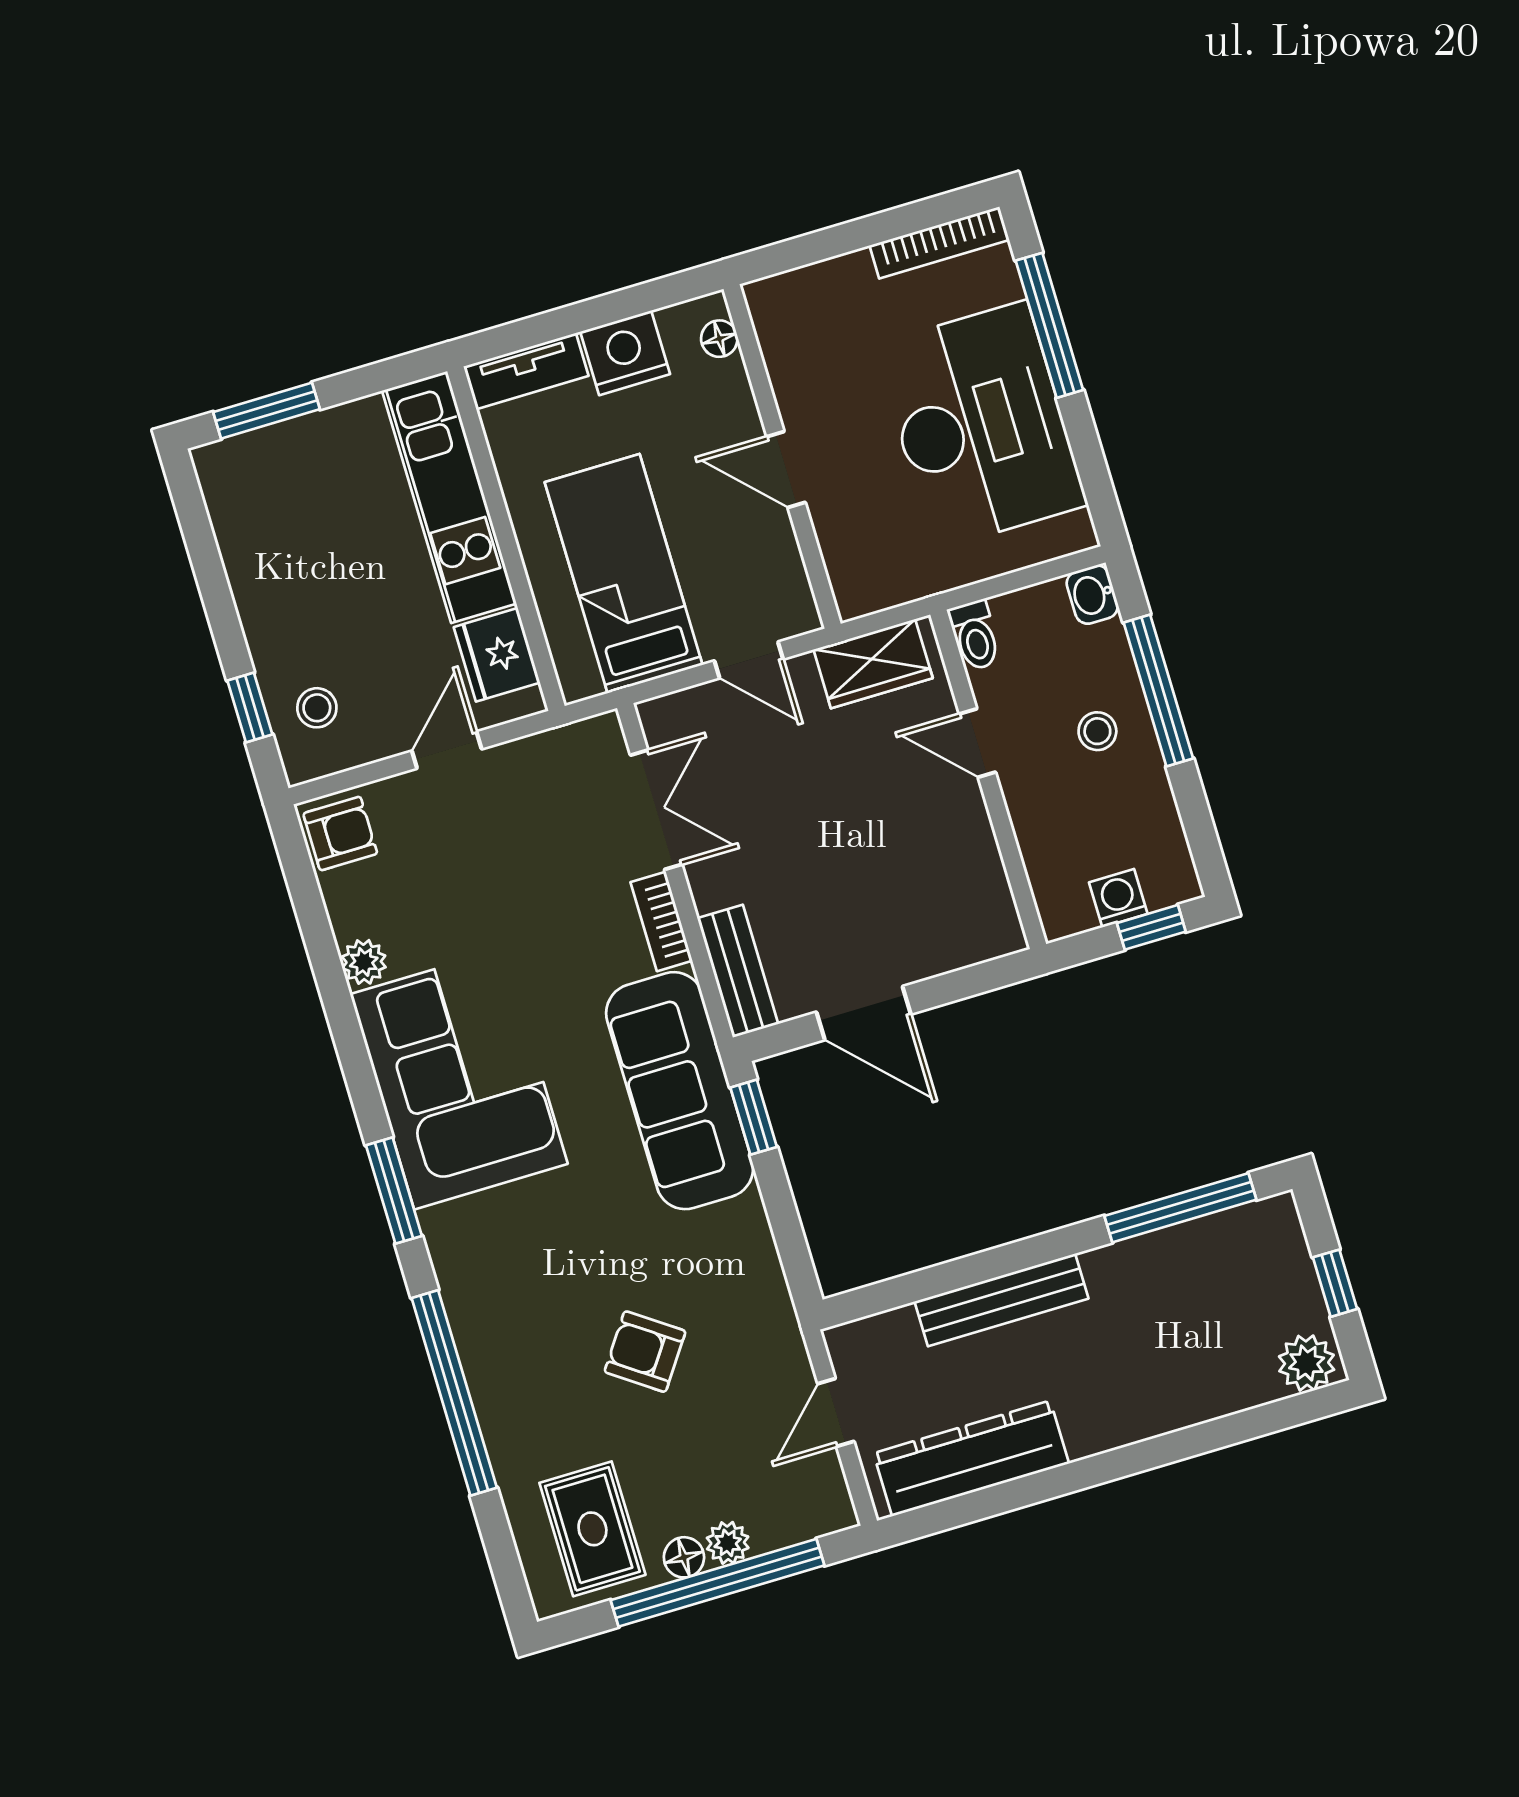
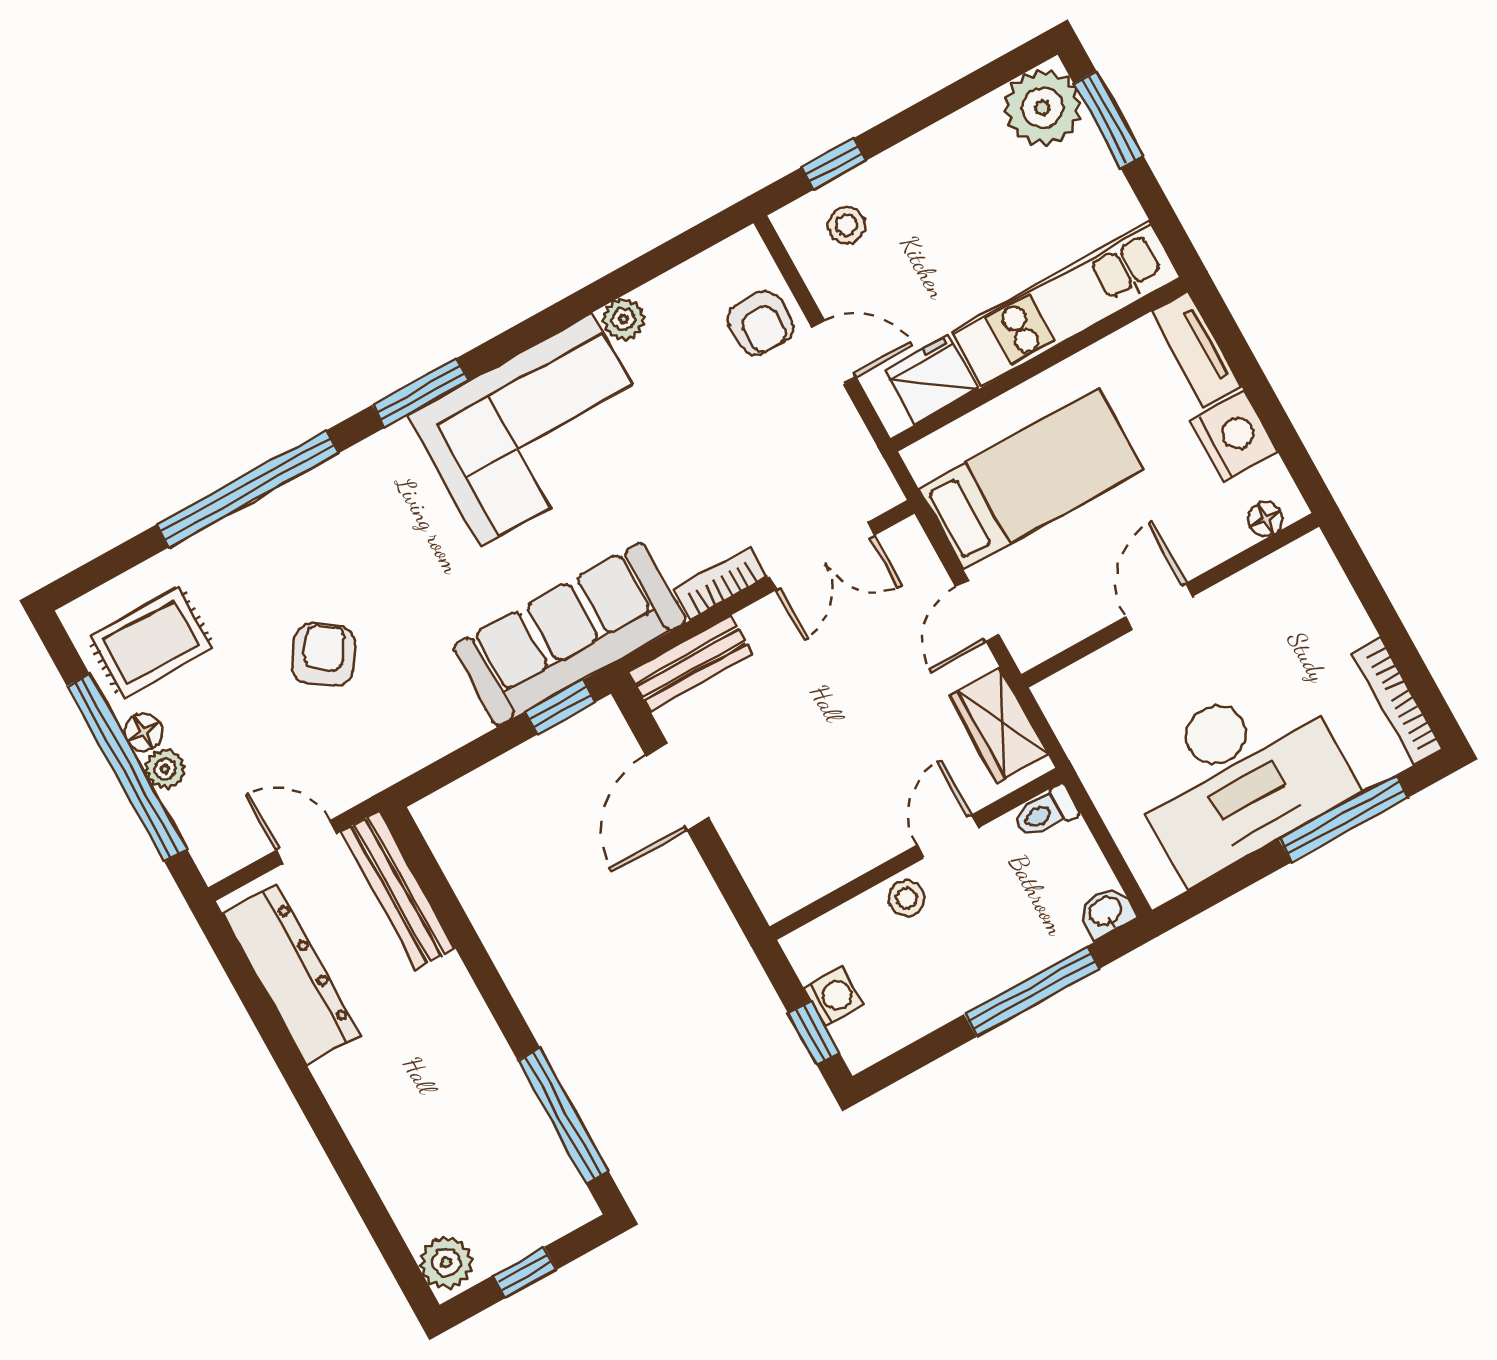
plant: (239, 477) -> (1042, 107), added
stool: (1097, 731) -> (906, 898), moved
armchair: (340, 834) -> (760, 323), moved
bench: (1002, 1300) -> (398, 890), moved

